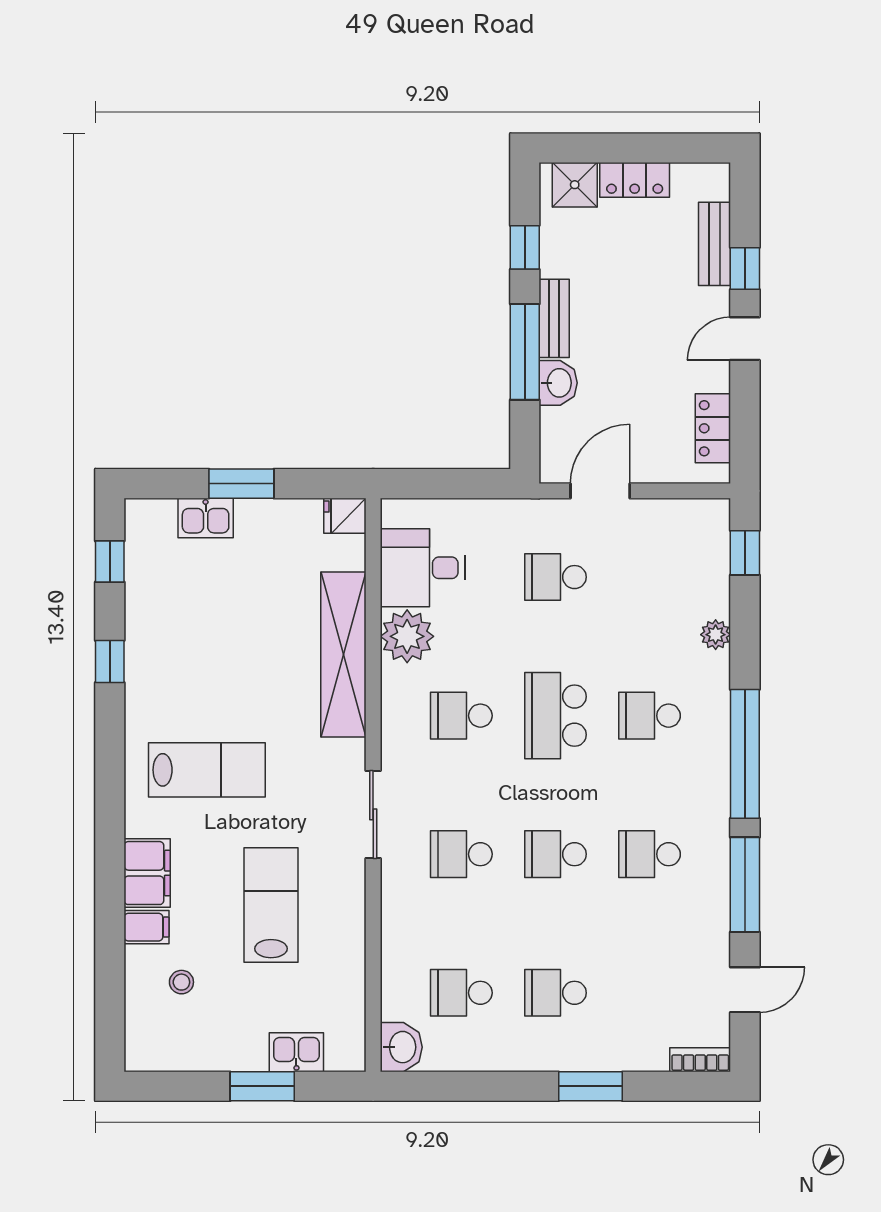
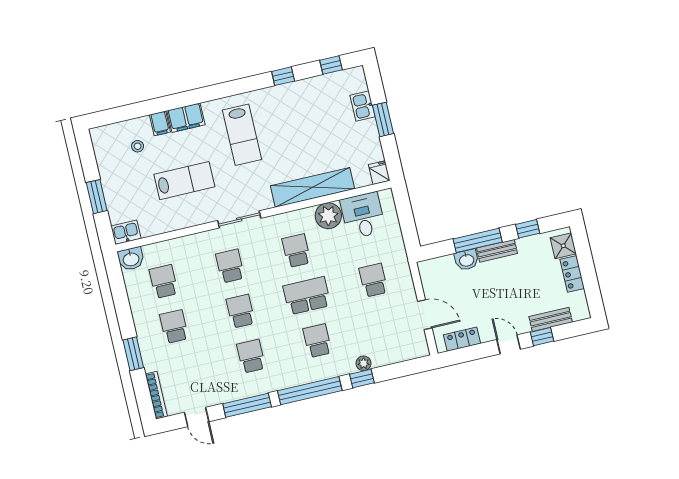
door: (600, 491) -> (425, 315), moved
window: (745, 553) -> (362, 379), moved
kitchen sink: (296, 1052) -> (126, 232), moved, turned -90
bookcase: (700, 1060) -> (156, 395), width x1.56

